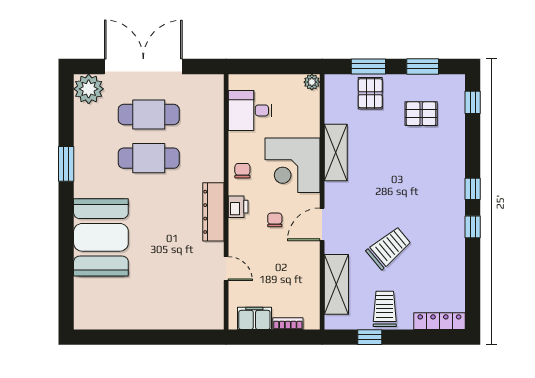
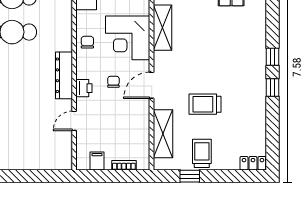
printer: (238, 207) -> (84, 88), moved
trolley: (389, 248) -> (205, 104), turned -140
door: (226, 269) -> (74, 121), swing flipped
filing cabinet: (254, 318) -> (97, 161), width x0.50
locker: (439, 321) -> (253, 163), width x0.66

